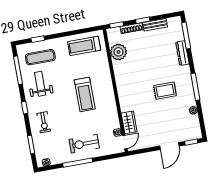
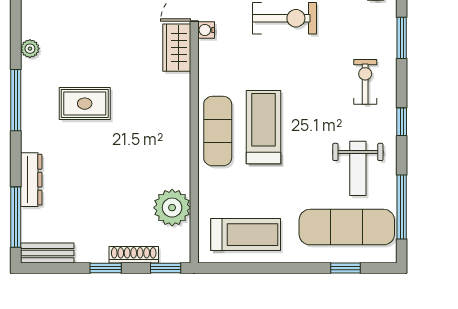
bench: (155, 25) -> (47, 253), moved
exercise mat: (40, 57) -> (347, 227), width x1.36, depth x1.45
exercise mat: (105, 89) -> (218, 131), added

